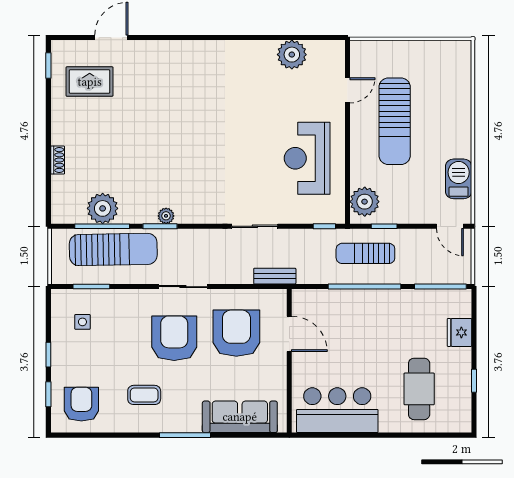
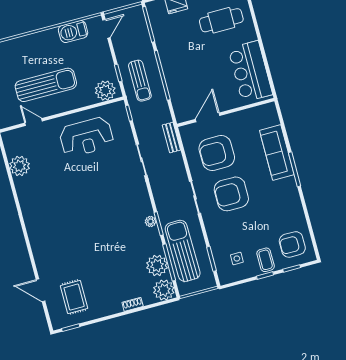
plant: (66, 209) -> (164, 290), added
coffee table: (144, 395) -> (266, 260), moved
sofa: (240, 417) -> (277, 153), moved

